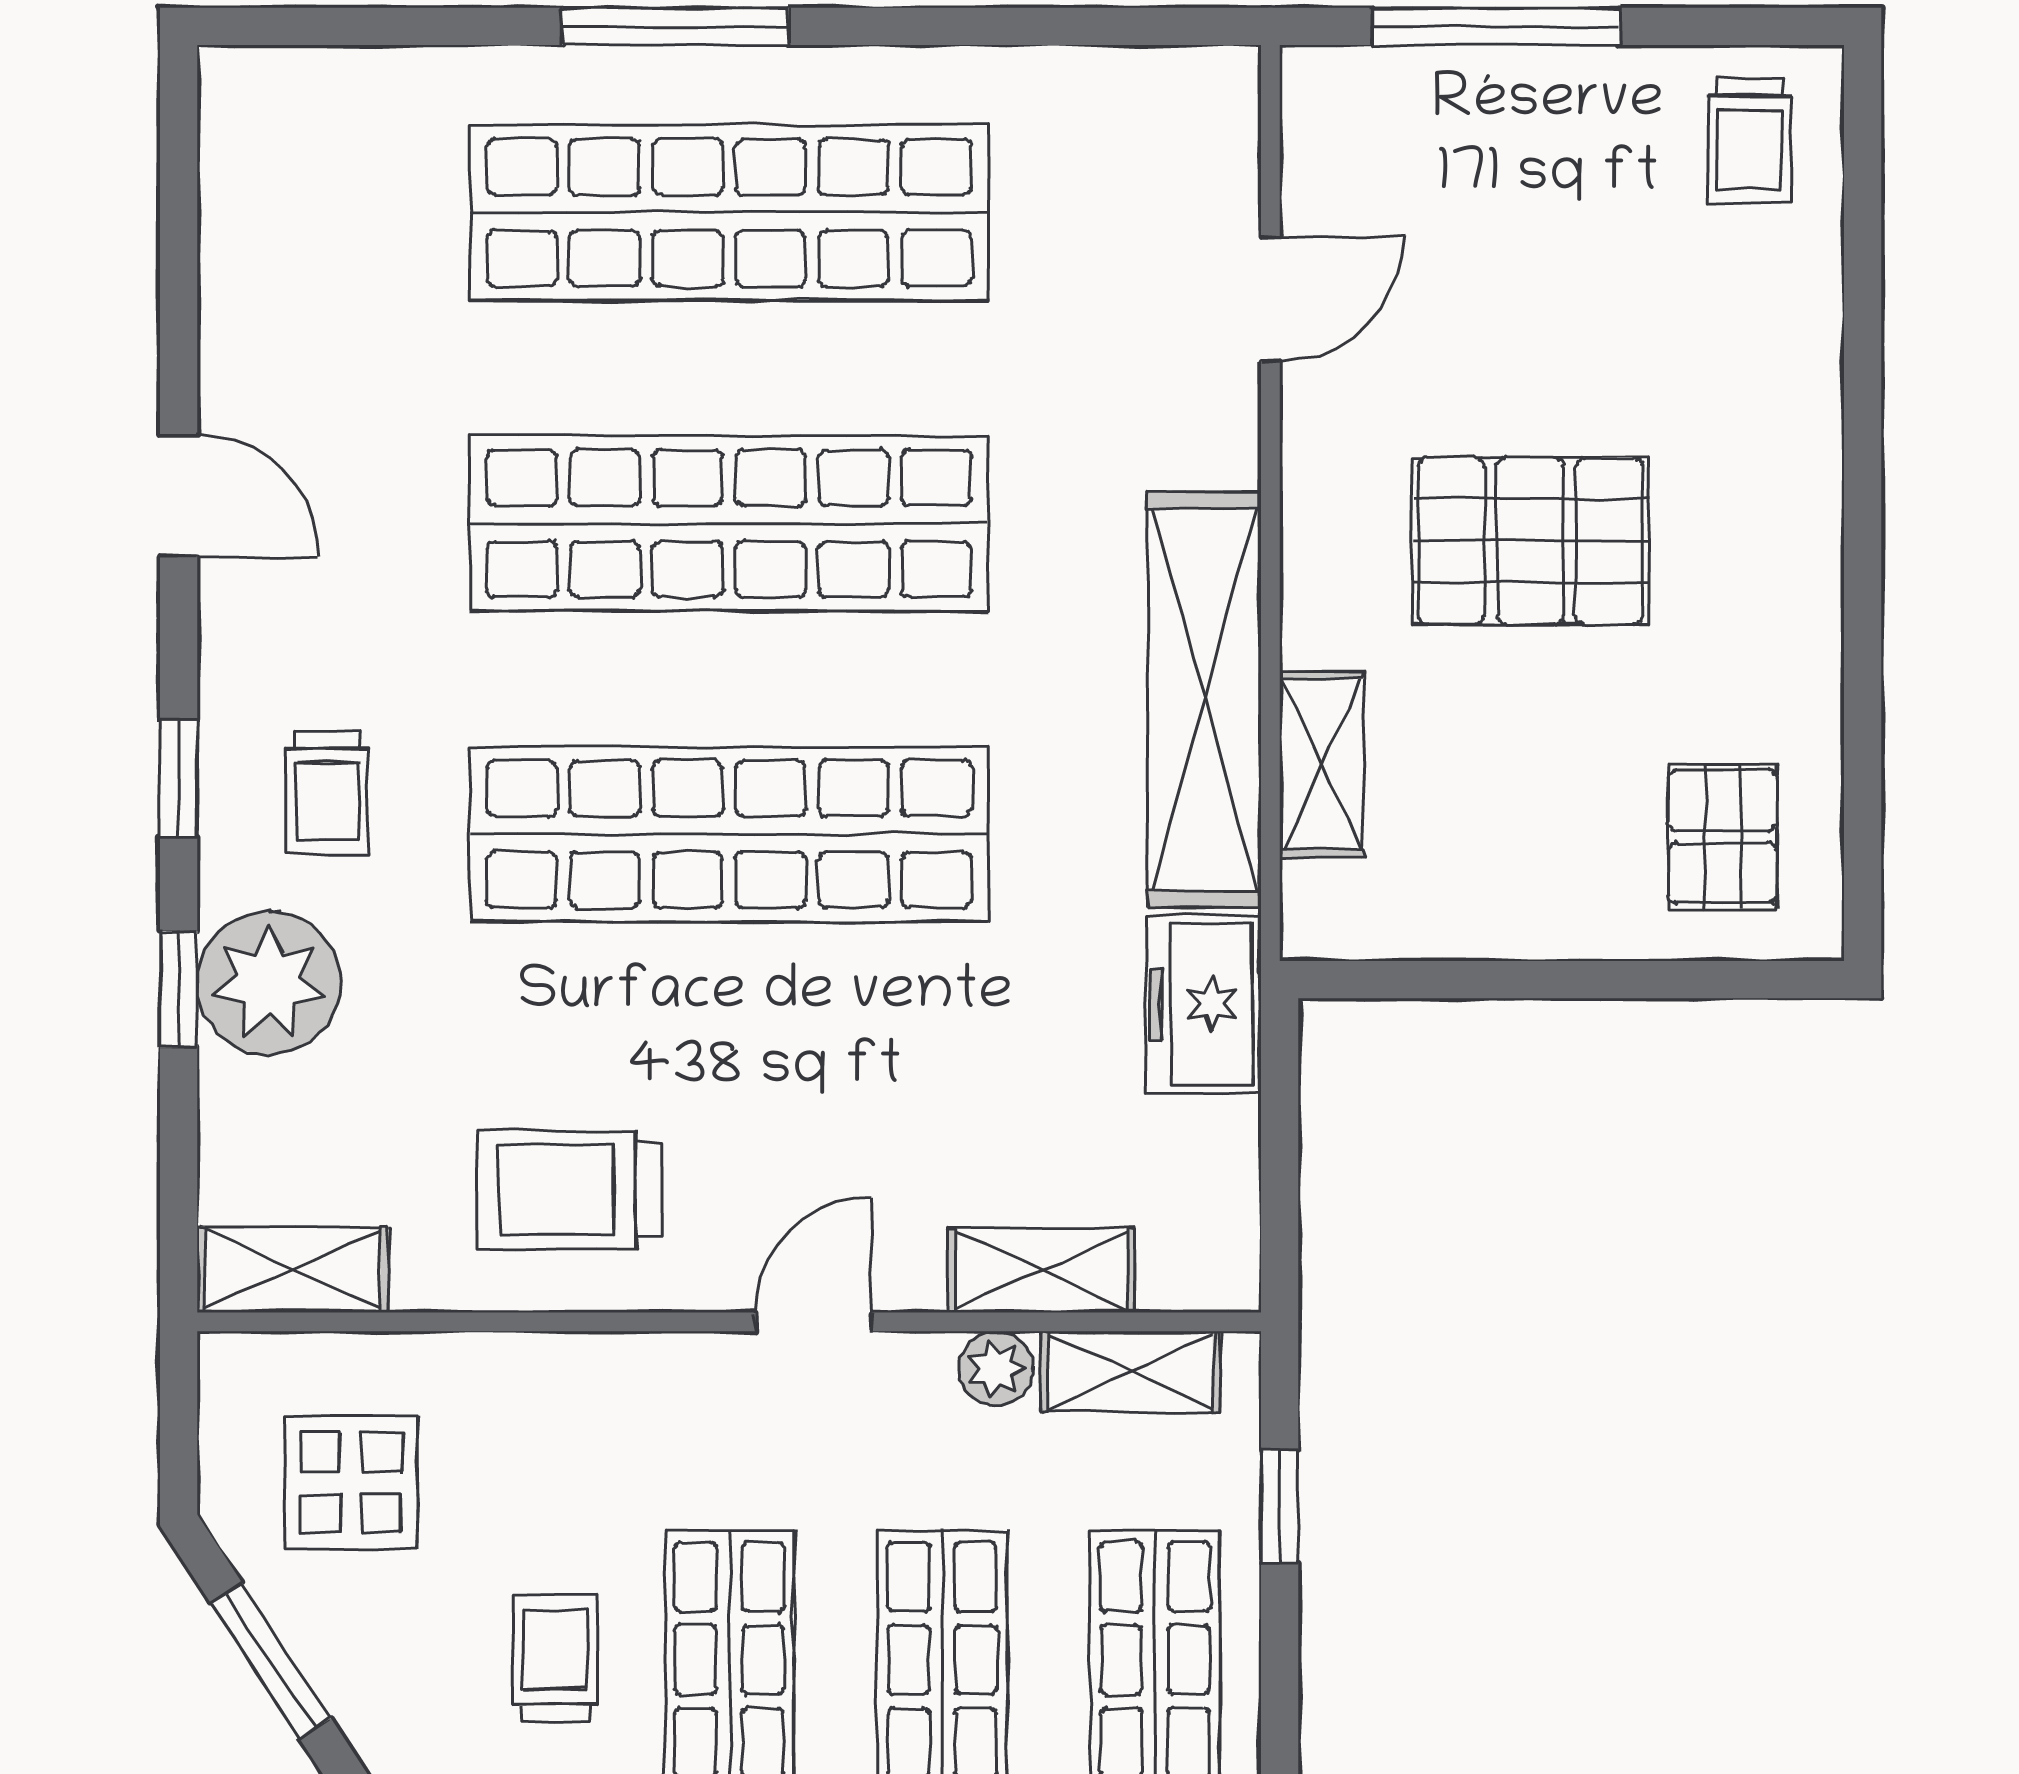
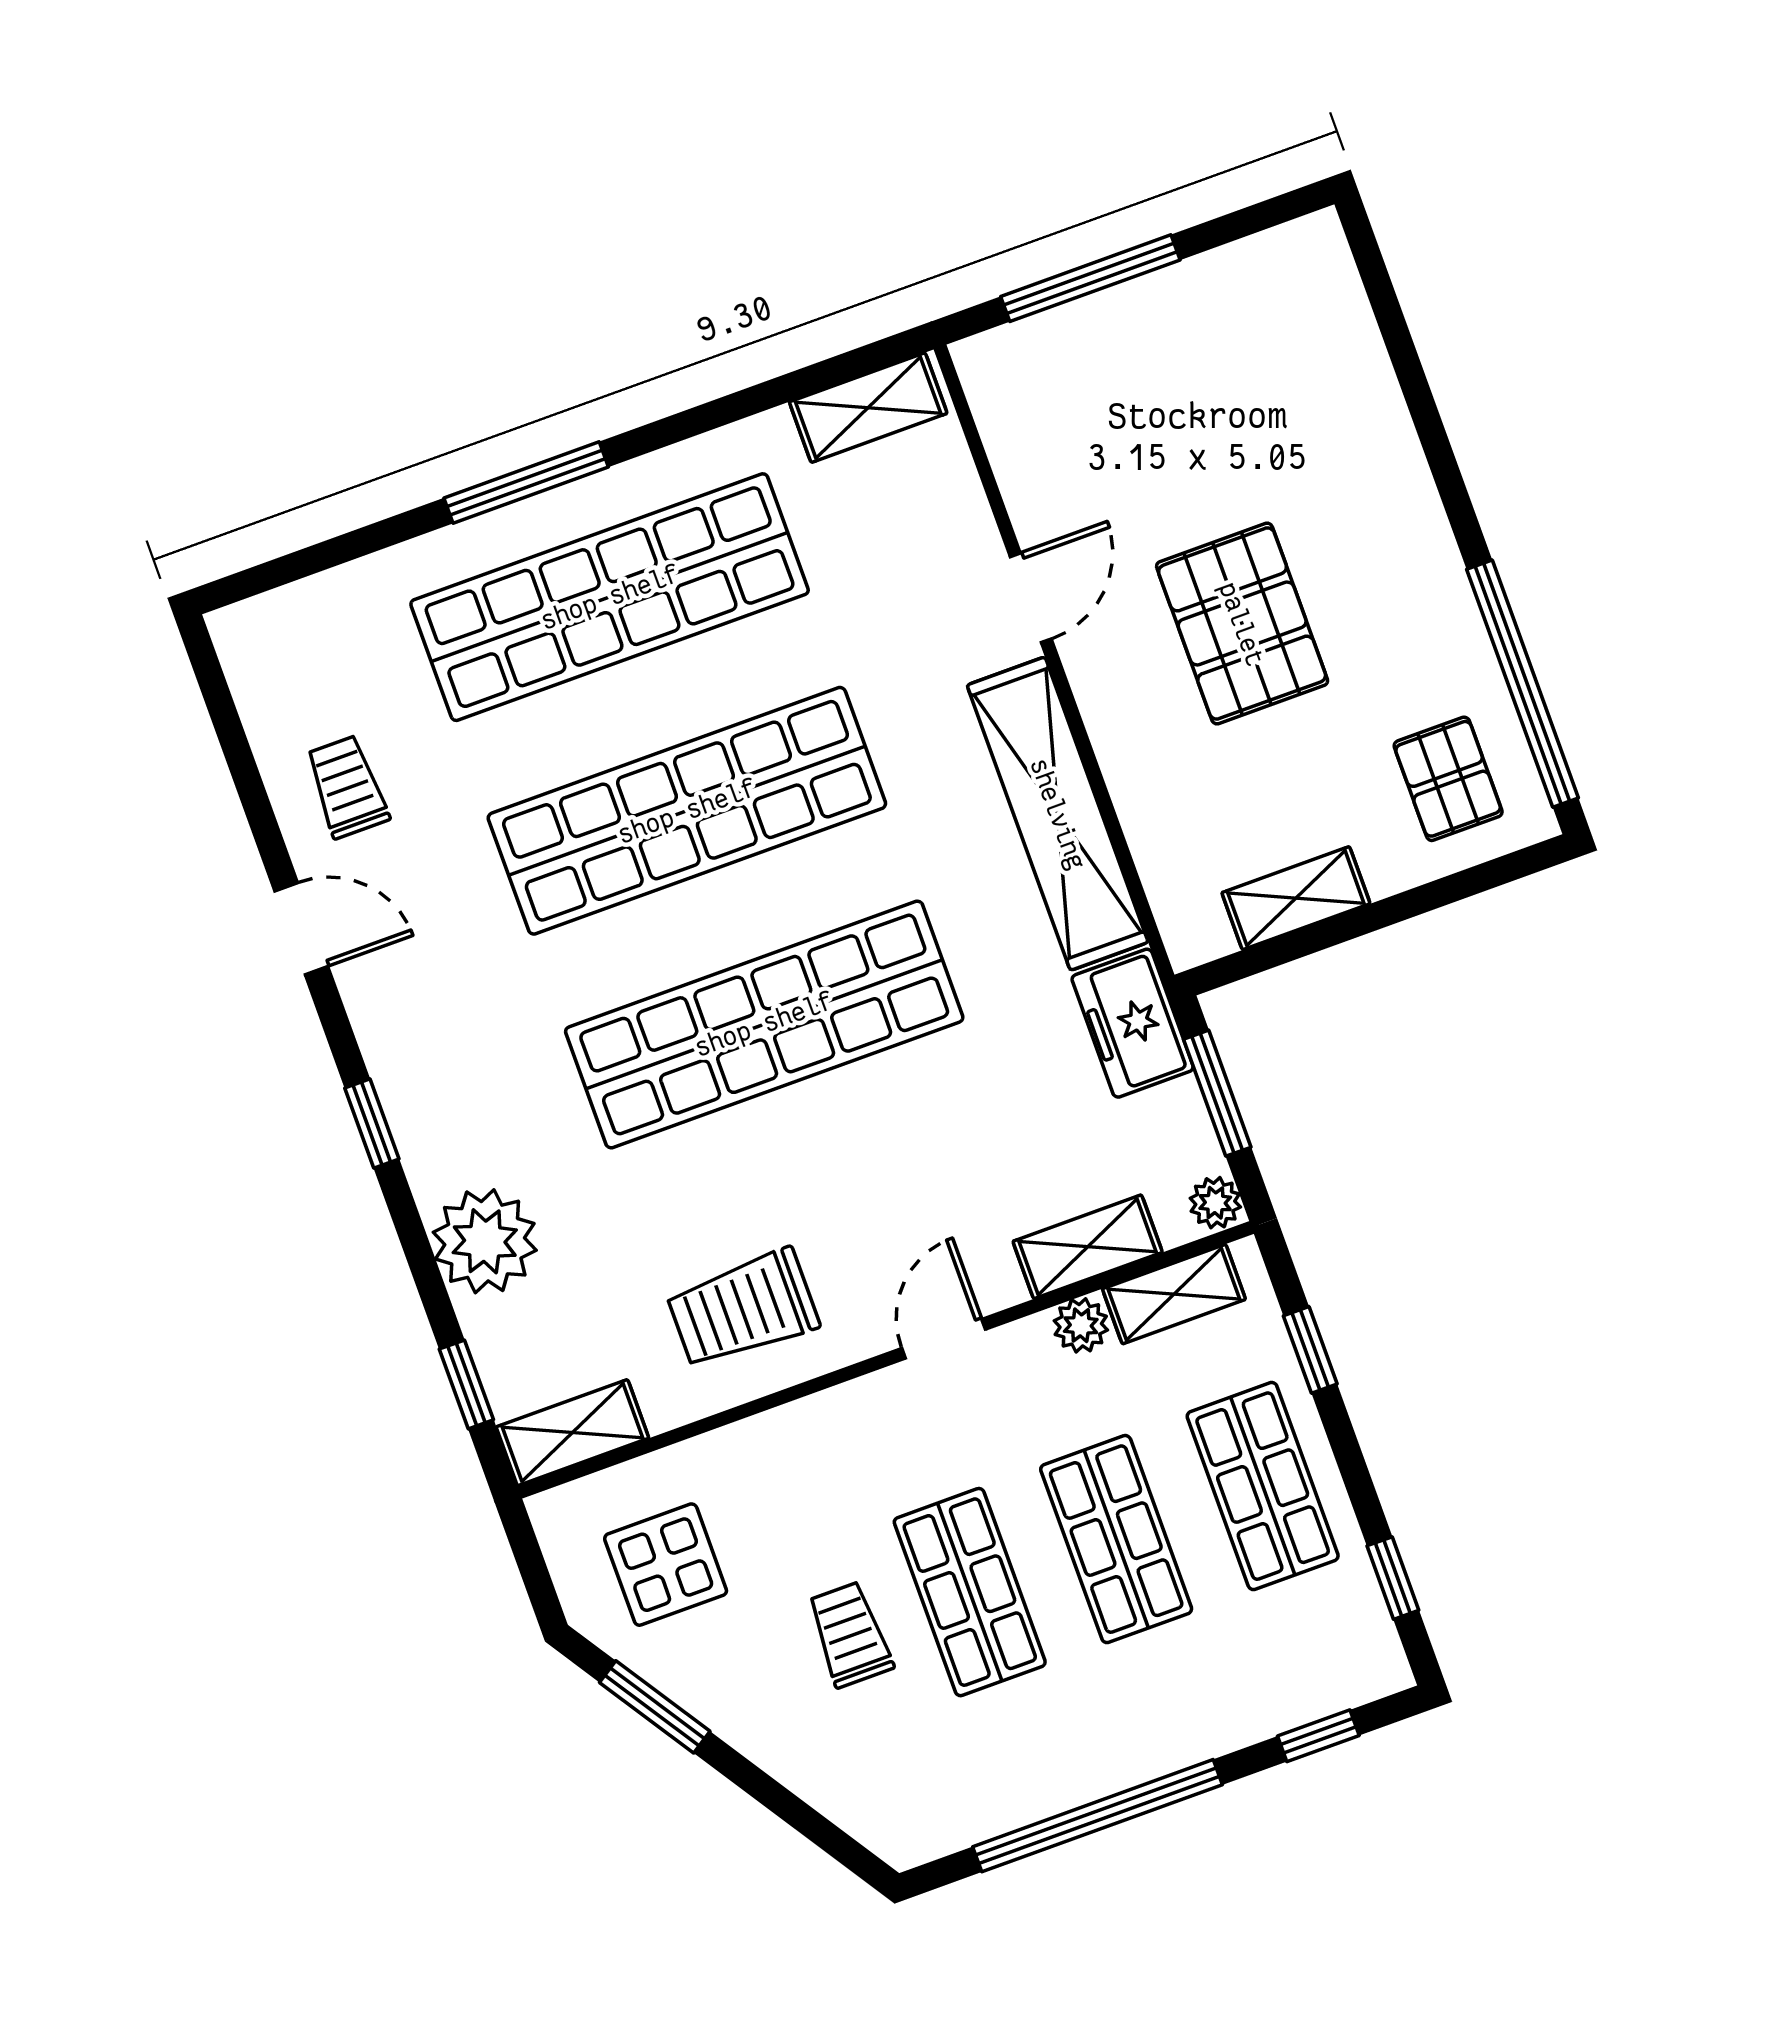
shelving: (1150, 89) -> (868, 408), added
trolley: (1750, 141) -> (1293, 294), removed
door: (1270, 299) -> (1031, 598), moved
pallet: (1530, 541) -> (1242, 624), turned 90
window: (1863, 749) -> (1522, 684), added
shelving: (1321, 764) -> (1296, 898), moved, turned 90
trolley: (327, 793) -> (347, 787), moved, turned 180
window: (179, 989) -> (466, 1384), moved
window: (1280, 1134) -> (1217, 1093), added
plant: (1226, 1273) -> (1215, 1203), added

